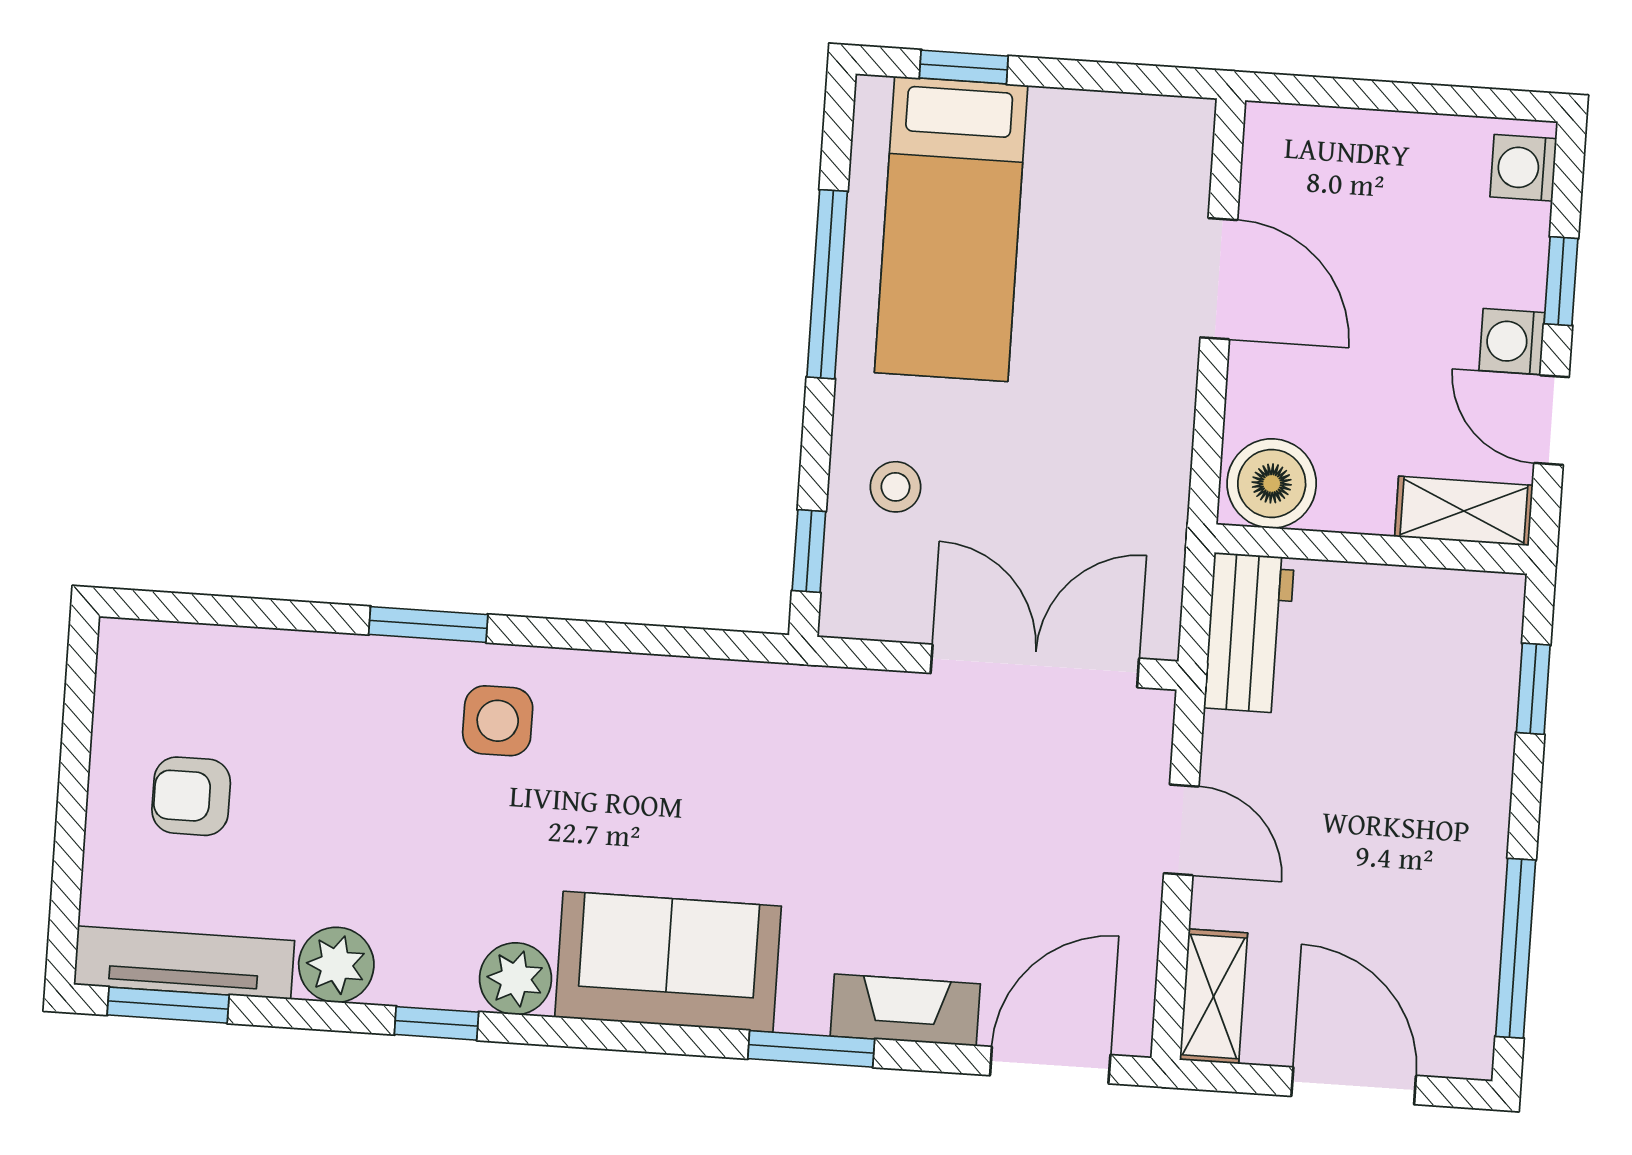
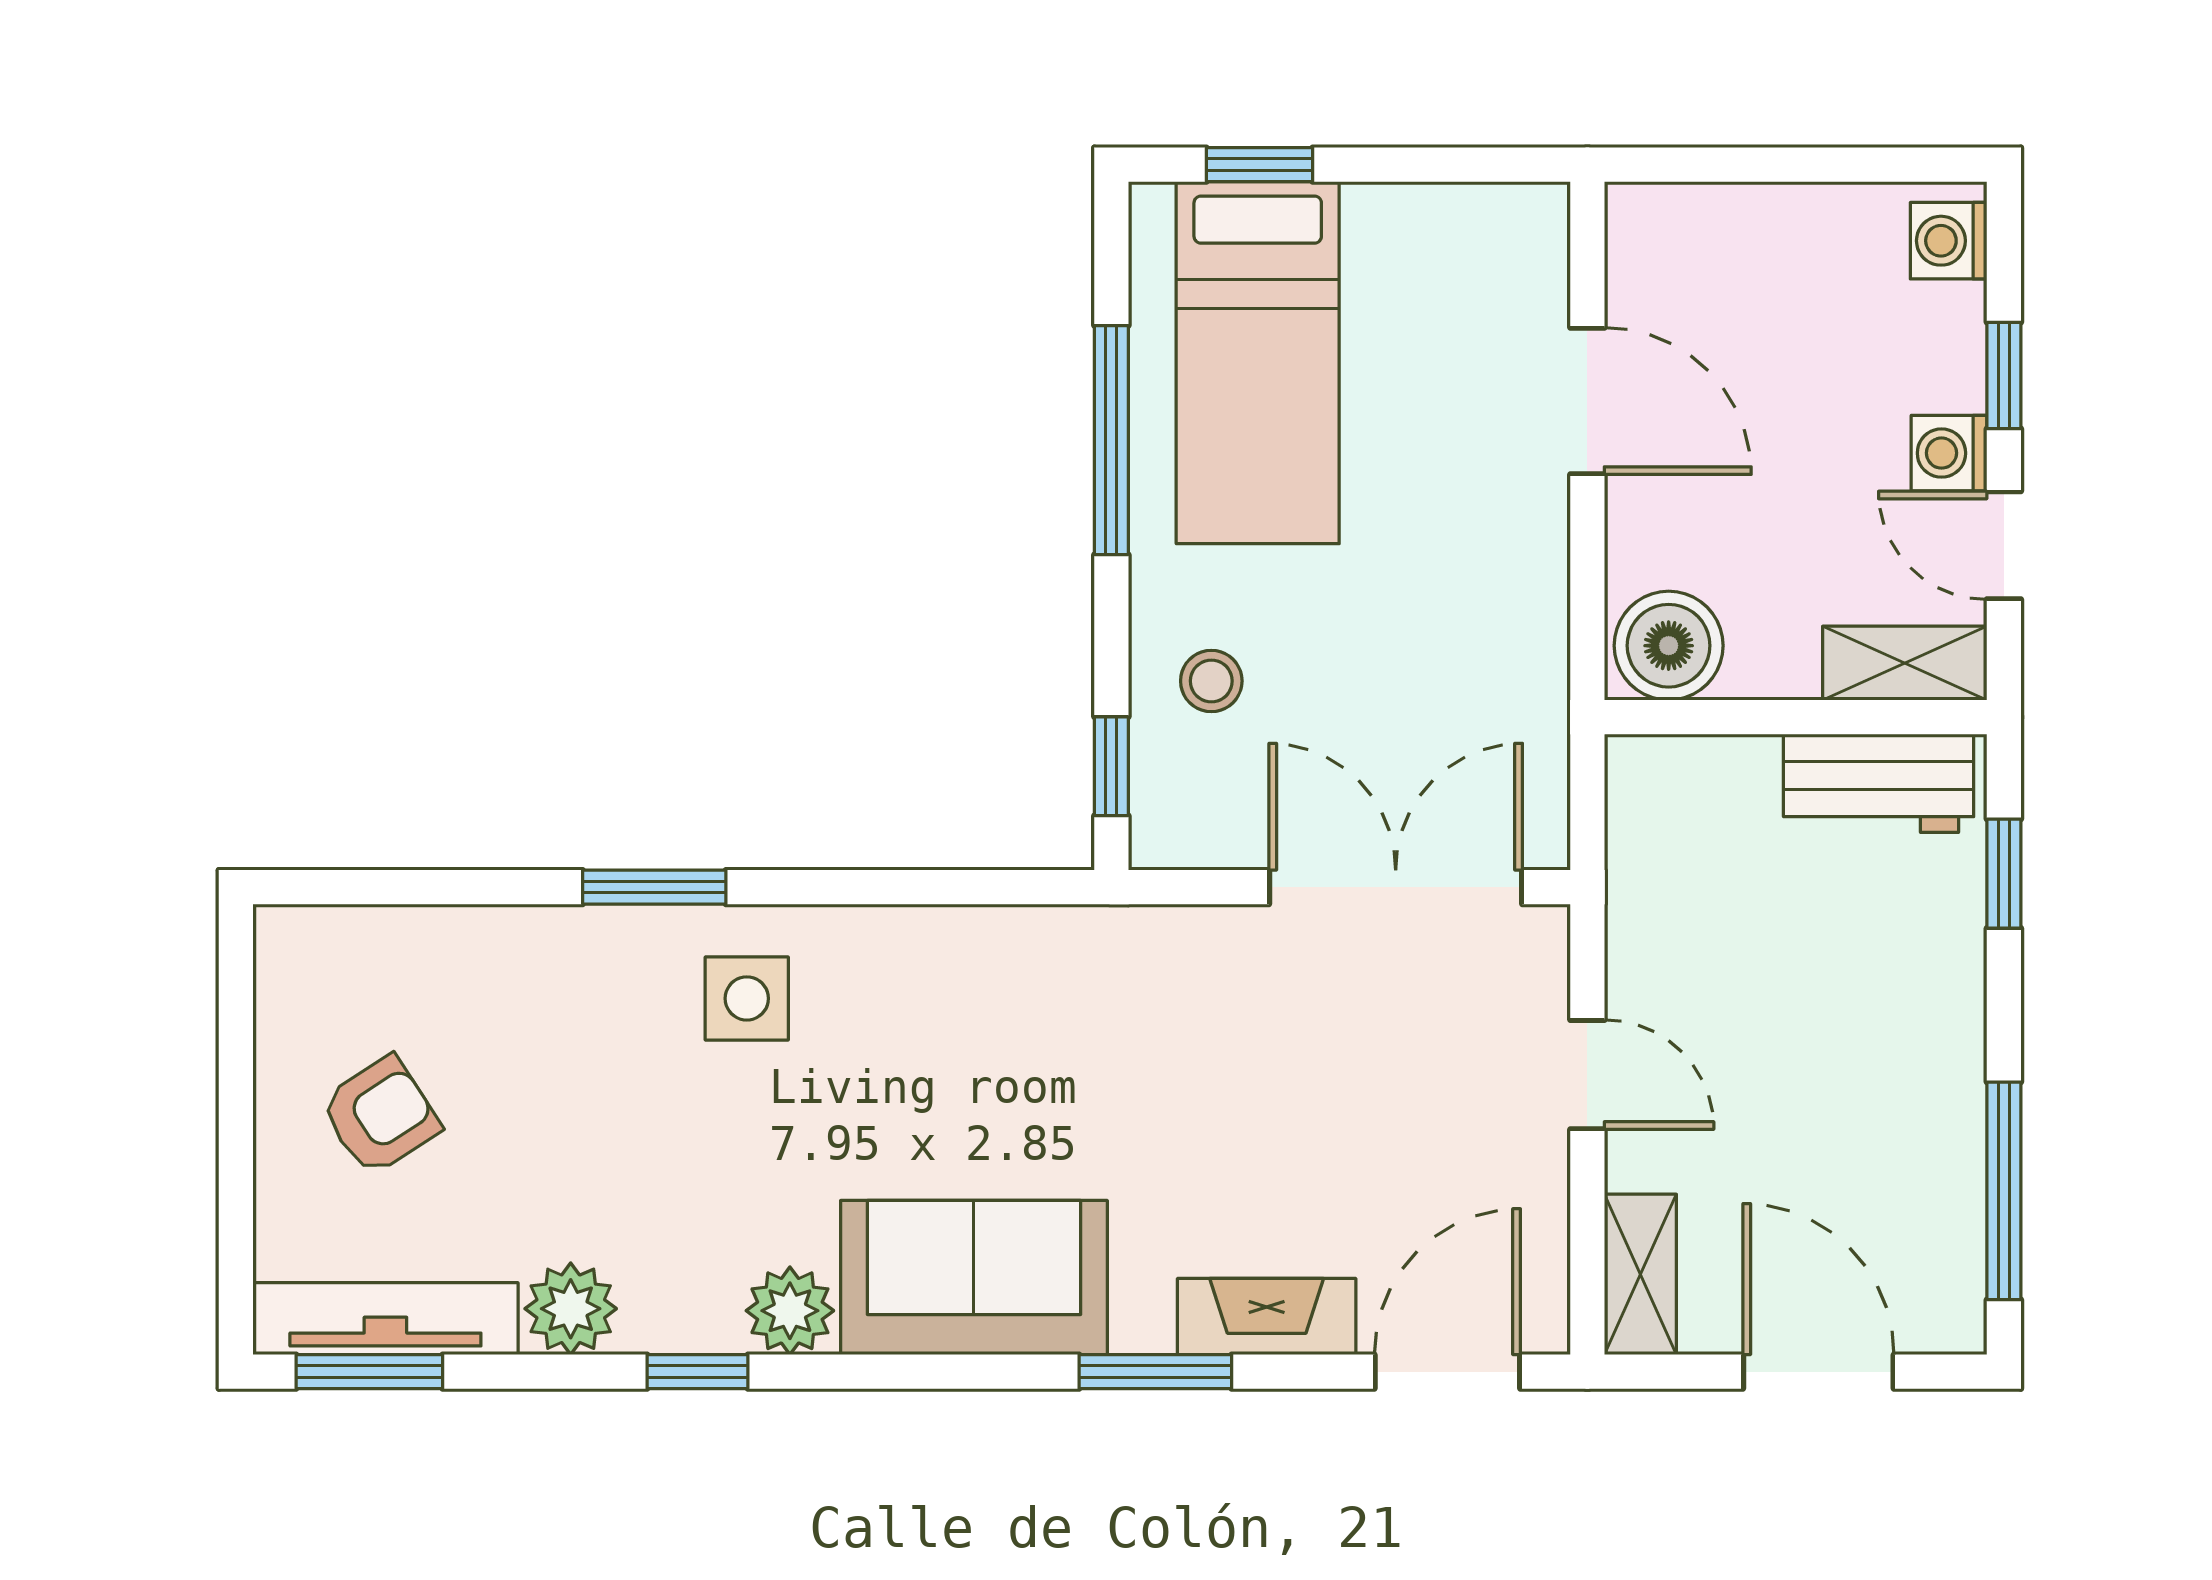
workbench: (1249, 633) -> (1879, 783), moved, turned 90
armchair: (191, 796) -> (380, 1116), turned 147

